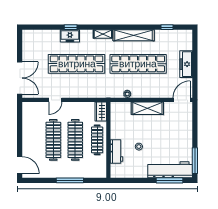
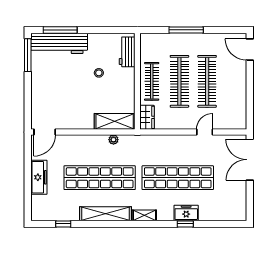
shelving: (147, 108) -> (115, 121), moved
workbench: (117, 152) -> (127, 52), moved

